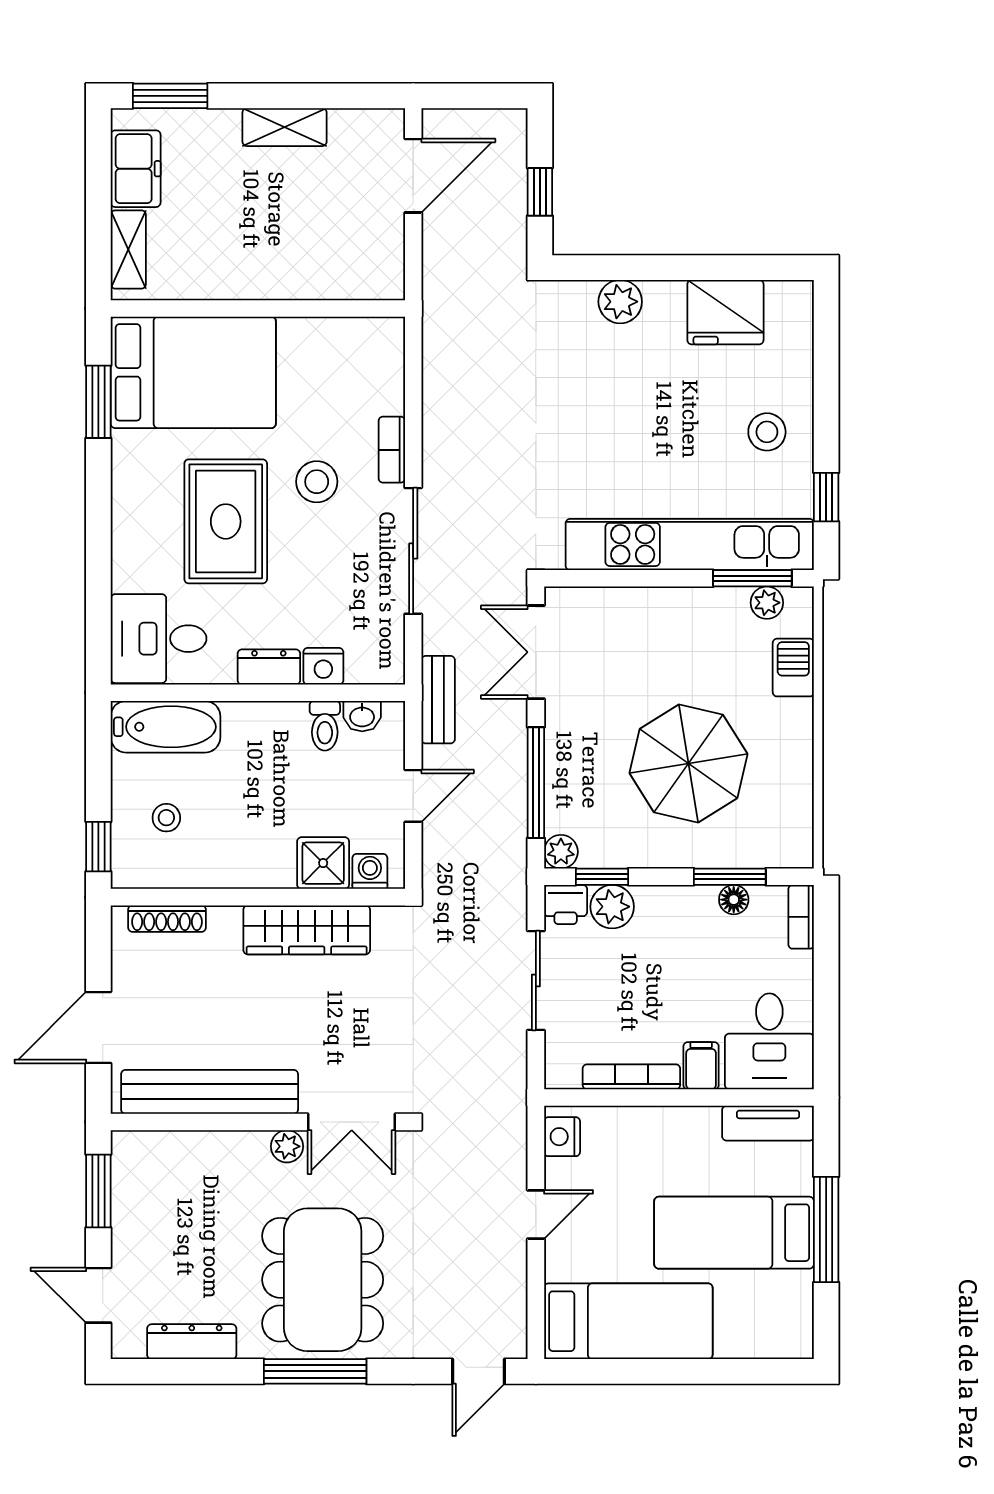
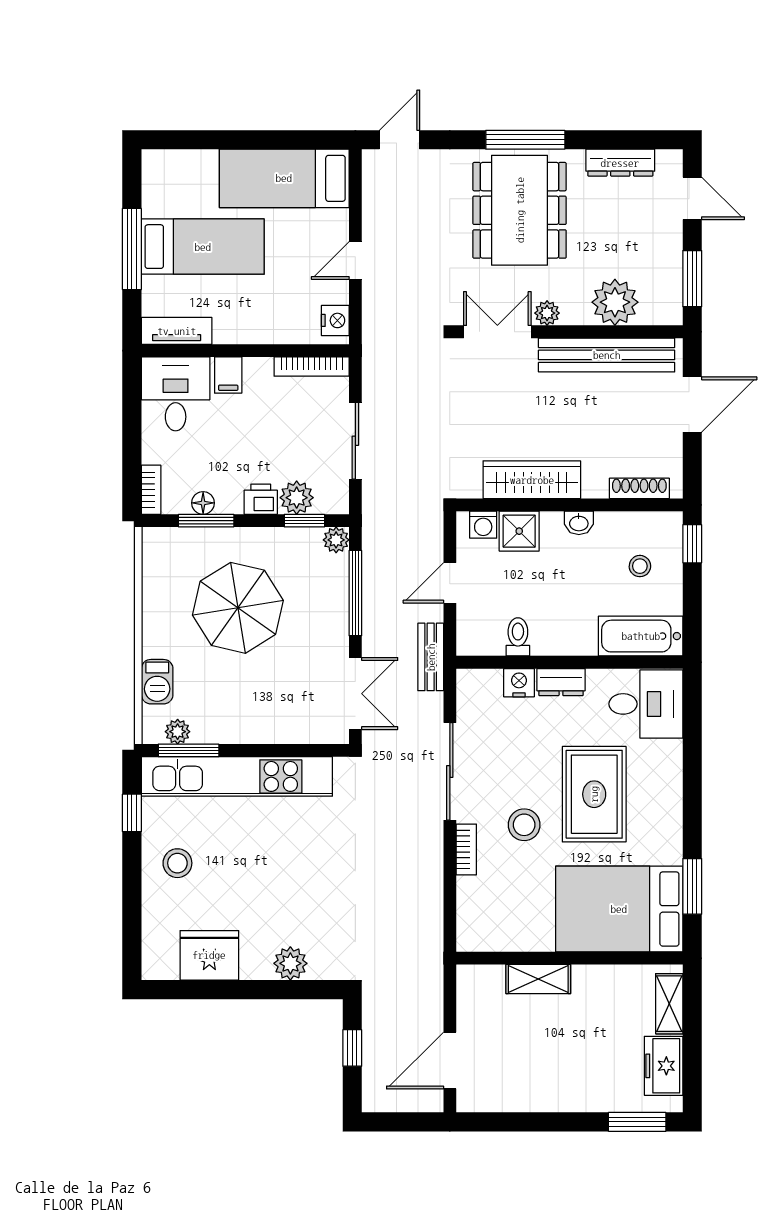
shelving: (285, 127) -> (538, 979), moved
washbasin: (362, 716) -> (579, 523), moved, turned 180
printer: (566, 904) -> (261, 499), moved
bookcase: (631, 1077) -> (312, 367), moved
plant: (199, 1160) -> (615, 302), added

